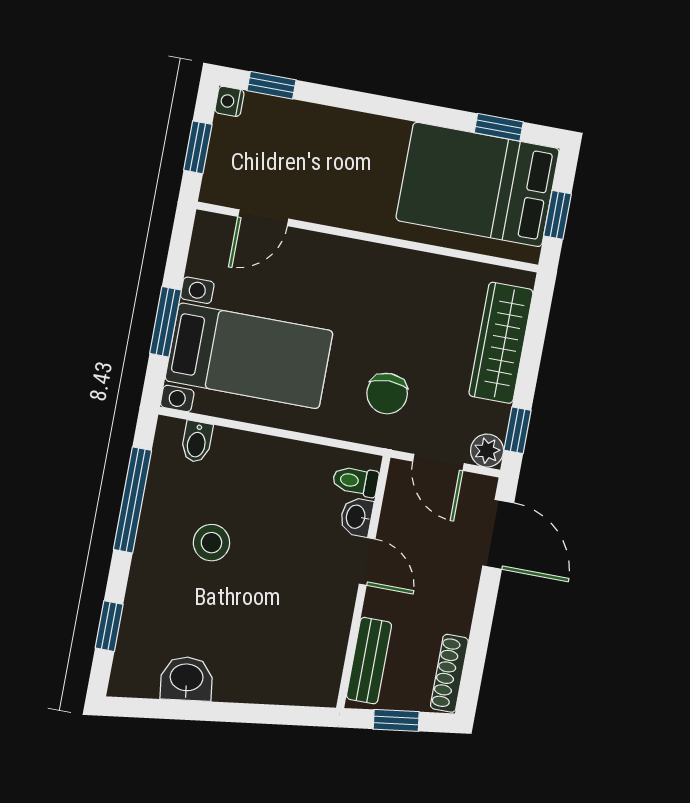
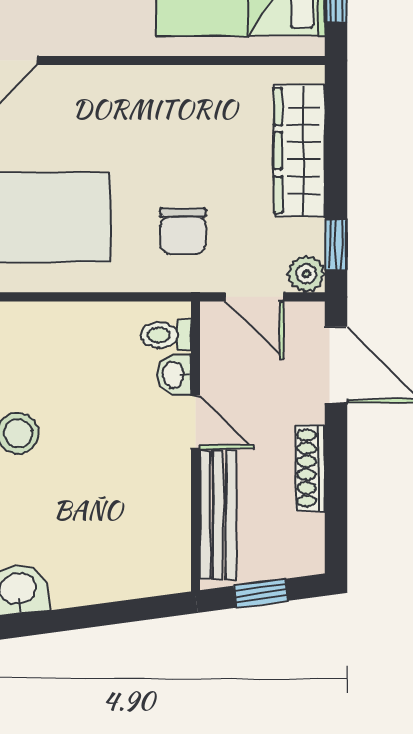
bench: (369, 661) -> (218, 515), width x1.36
shoe rack: (449, 673) -> (310, 468), moved

